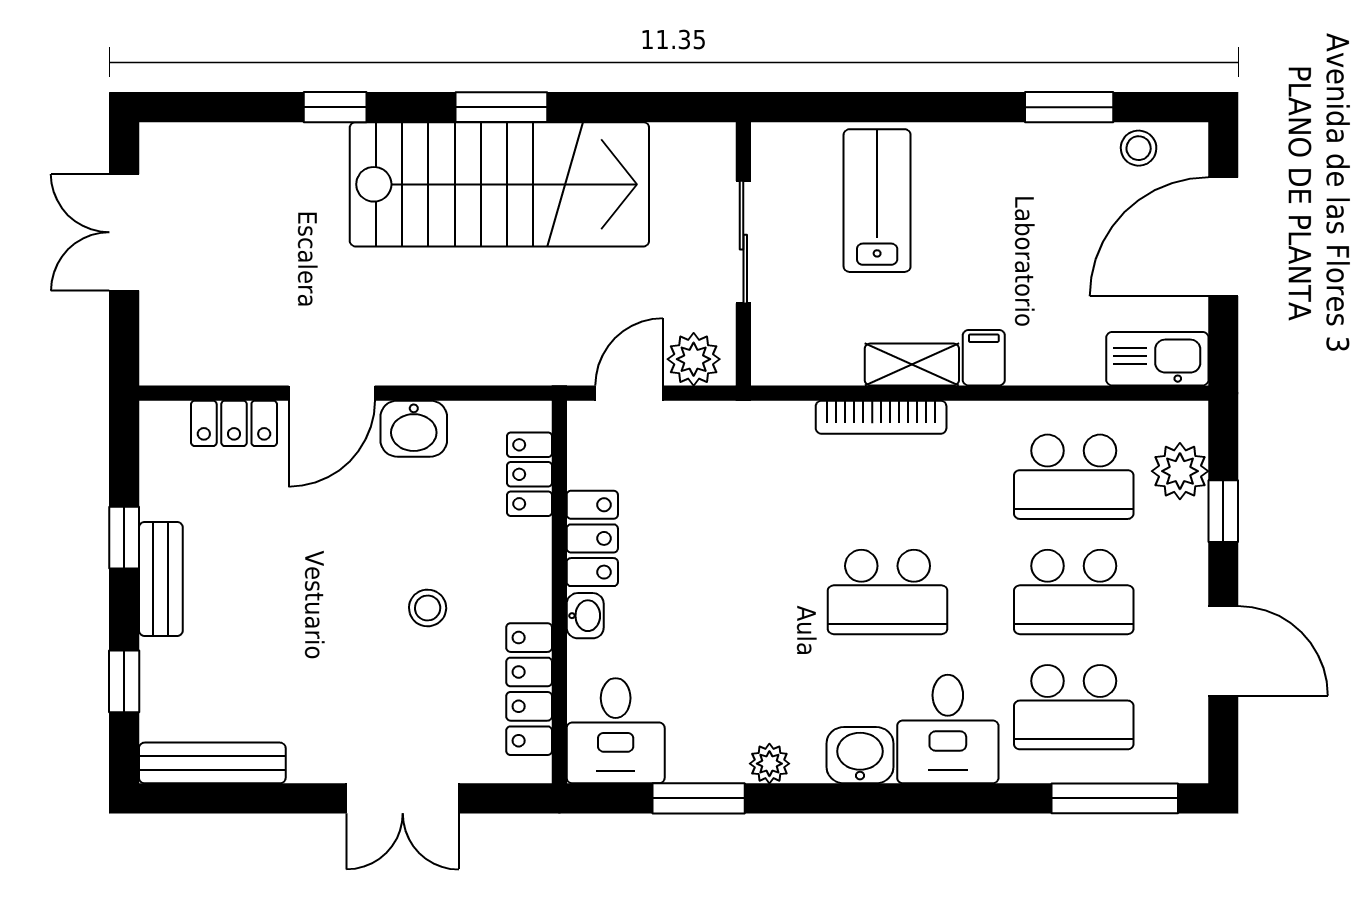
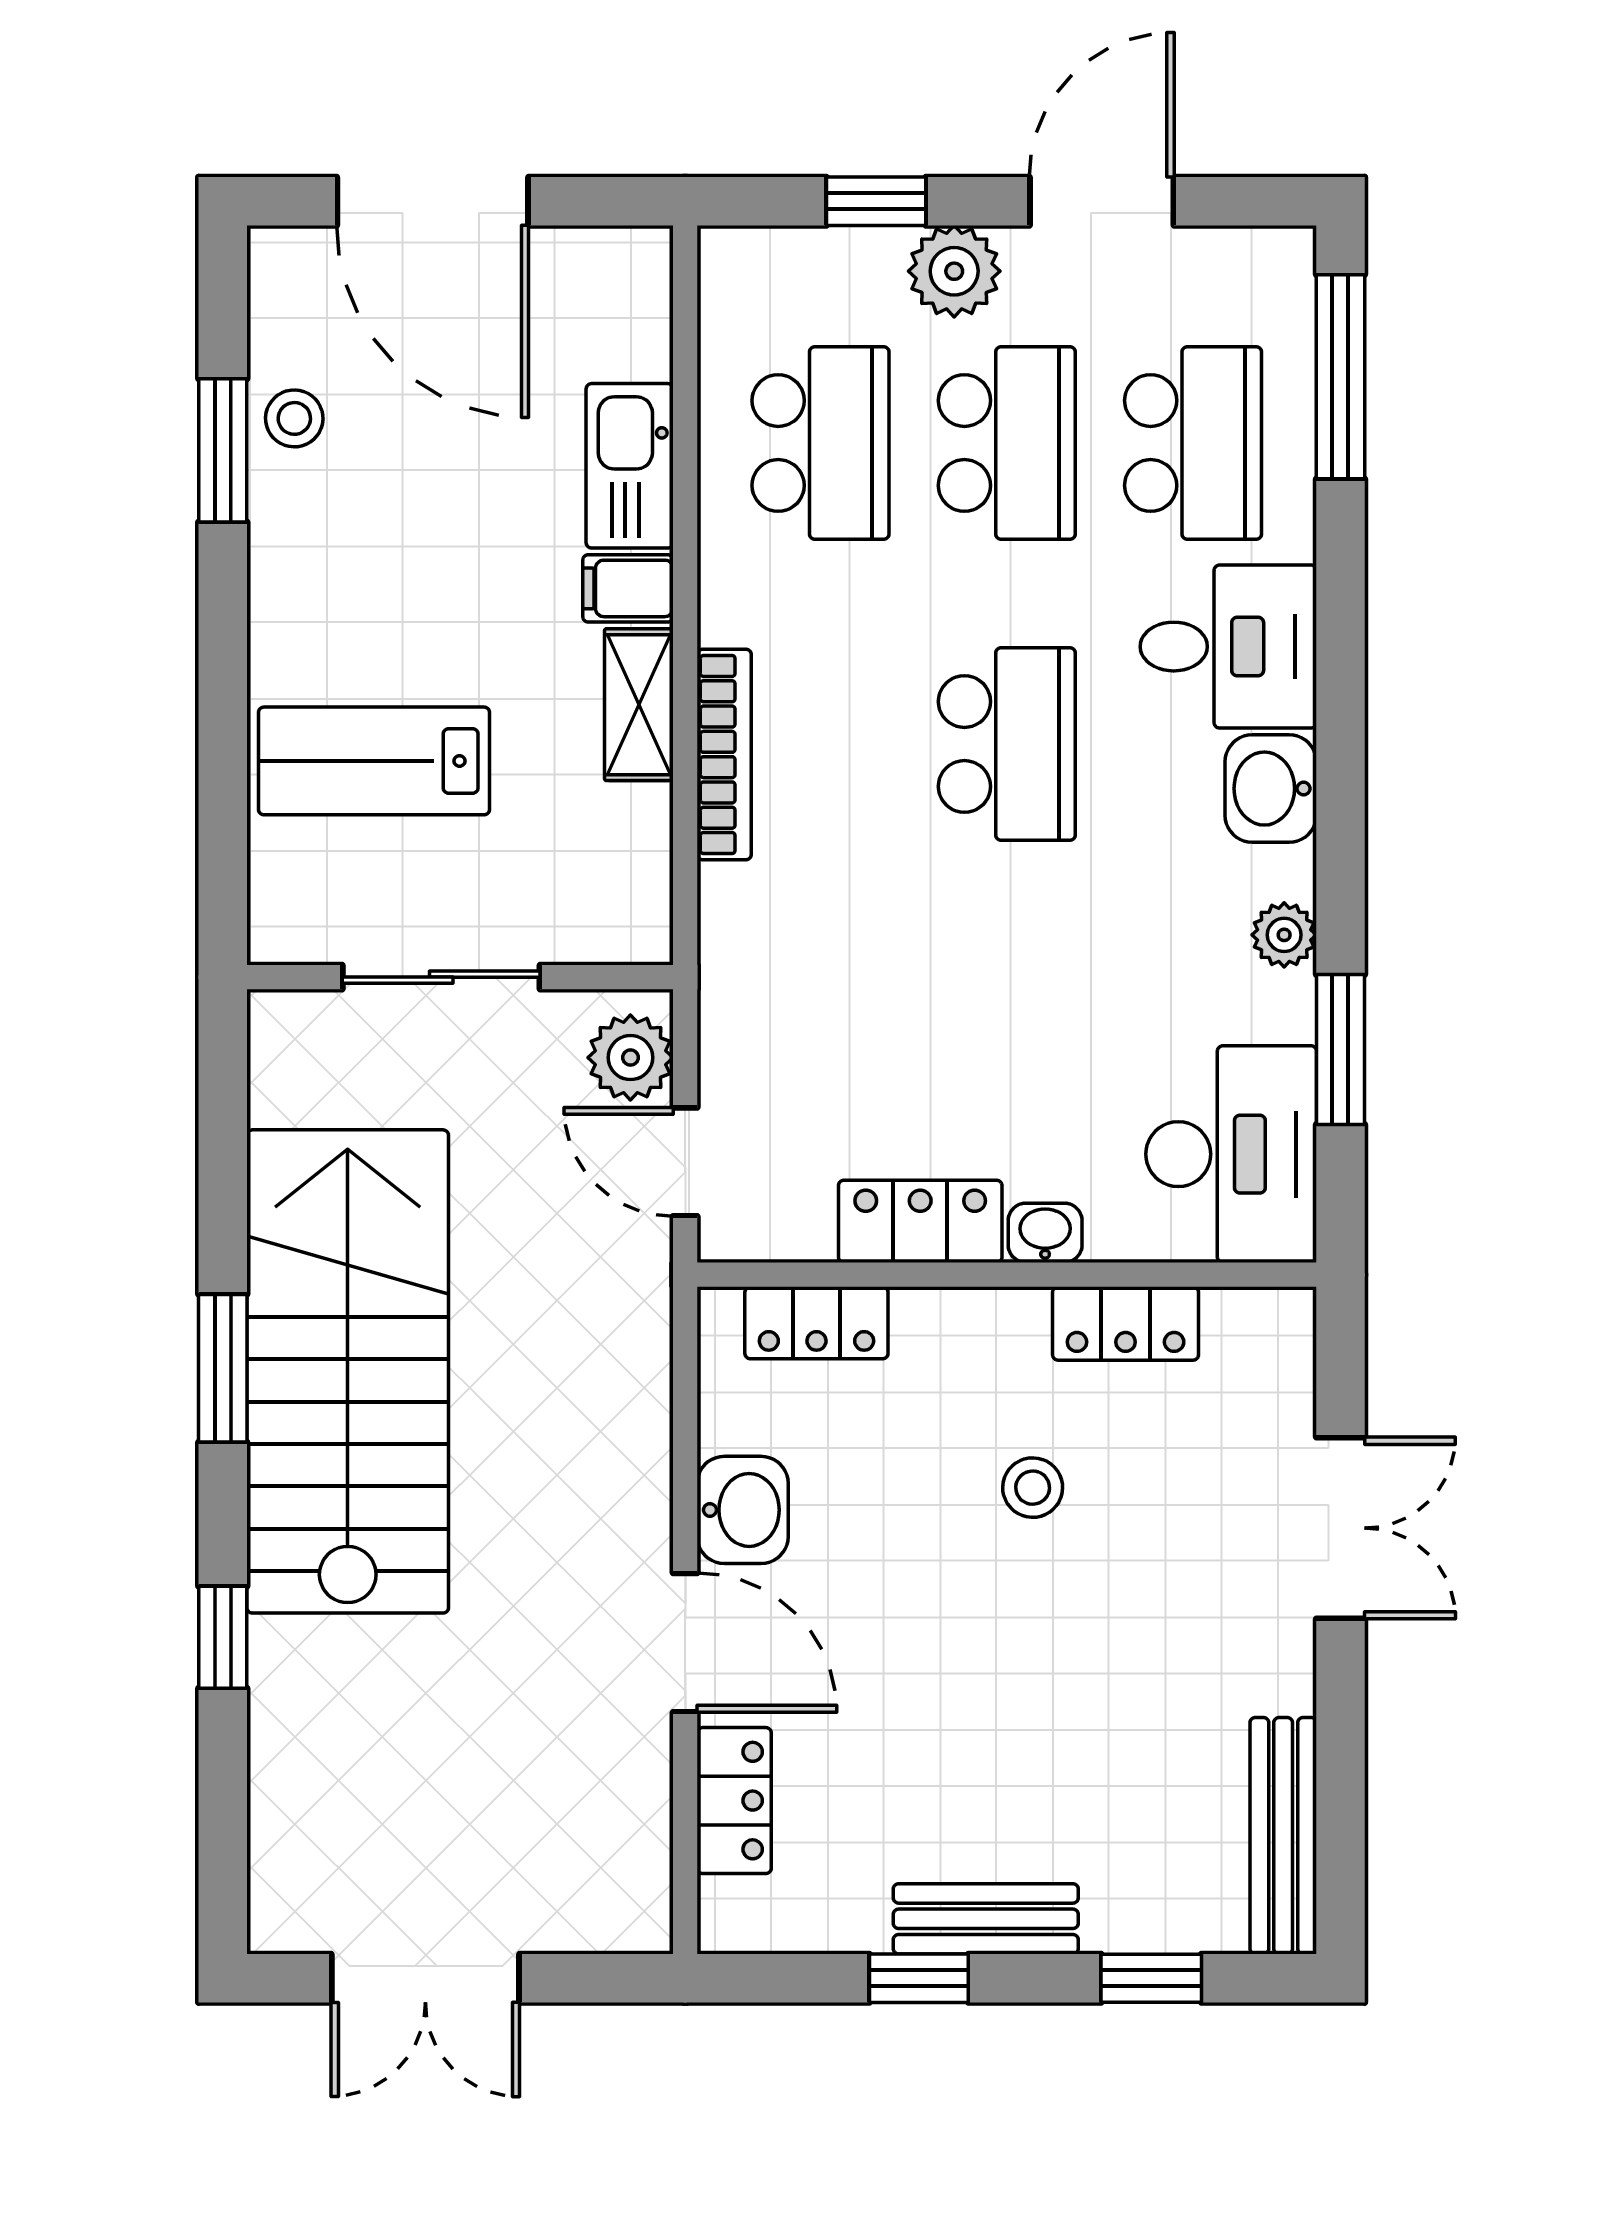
stool: (1139, 148) -> (294, 418), moved
kitchen sink: (1157, 359) -> (630, 466), moved
plant: (1180, 471) -> (954, 271), moved
locker: (529, 689) -> (1126, 1324), width x0.66
desk: (616, 731) -> (1231, 1154), width x1.37

